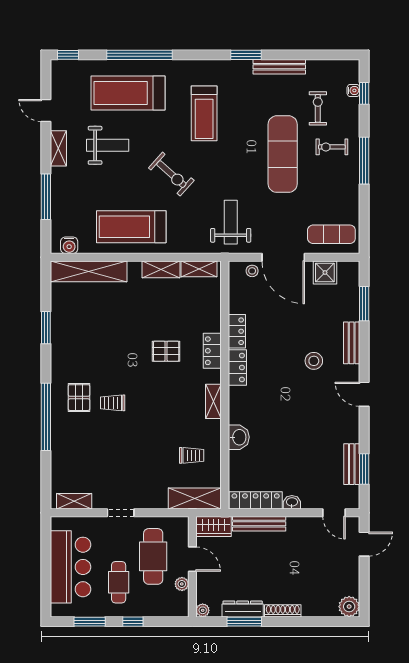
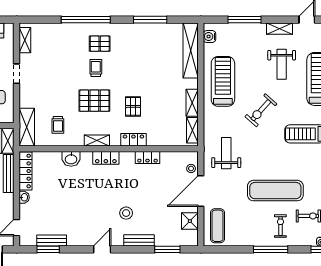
weight bench: (231, 222) -> (226, 153), turned -90
window: (46, 328) -> (150, 20), width x1.44
locker: (237, 367) -> (106, 158), moved
pallet: (158, 405) -> (94, 101), added

